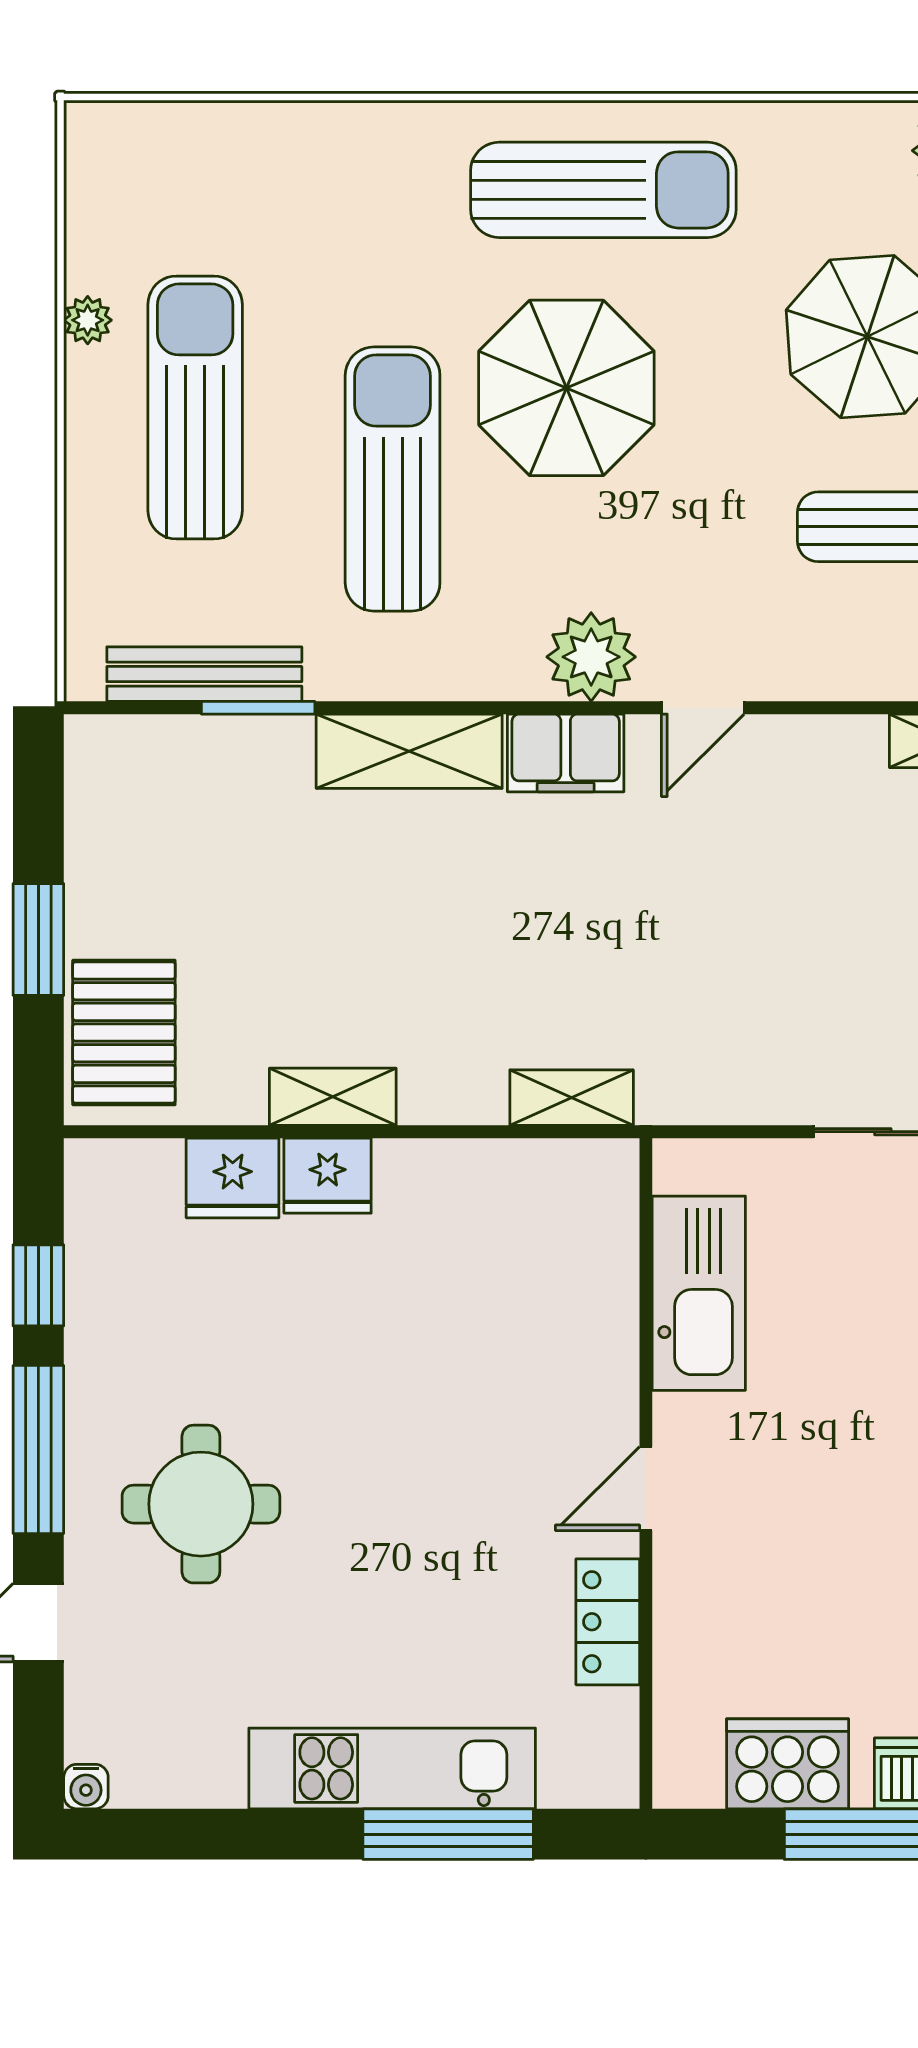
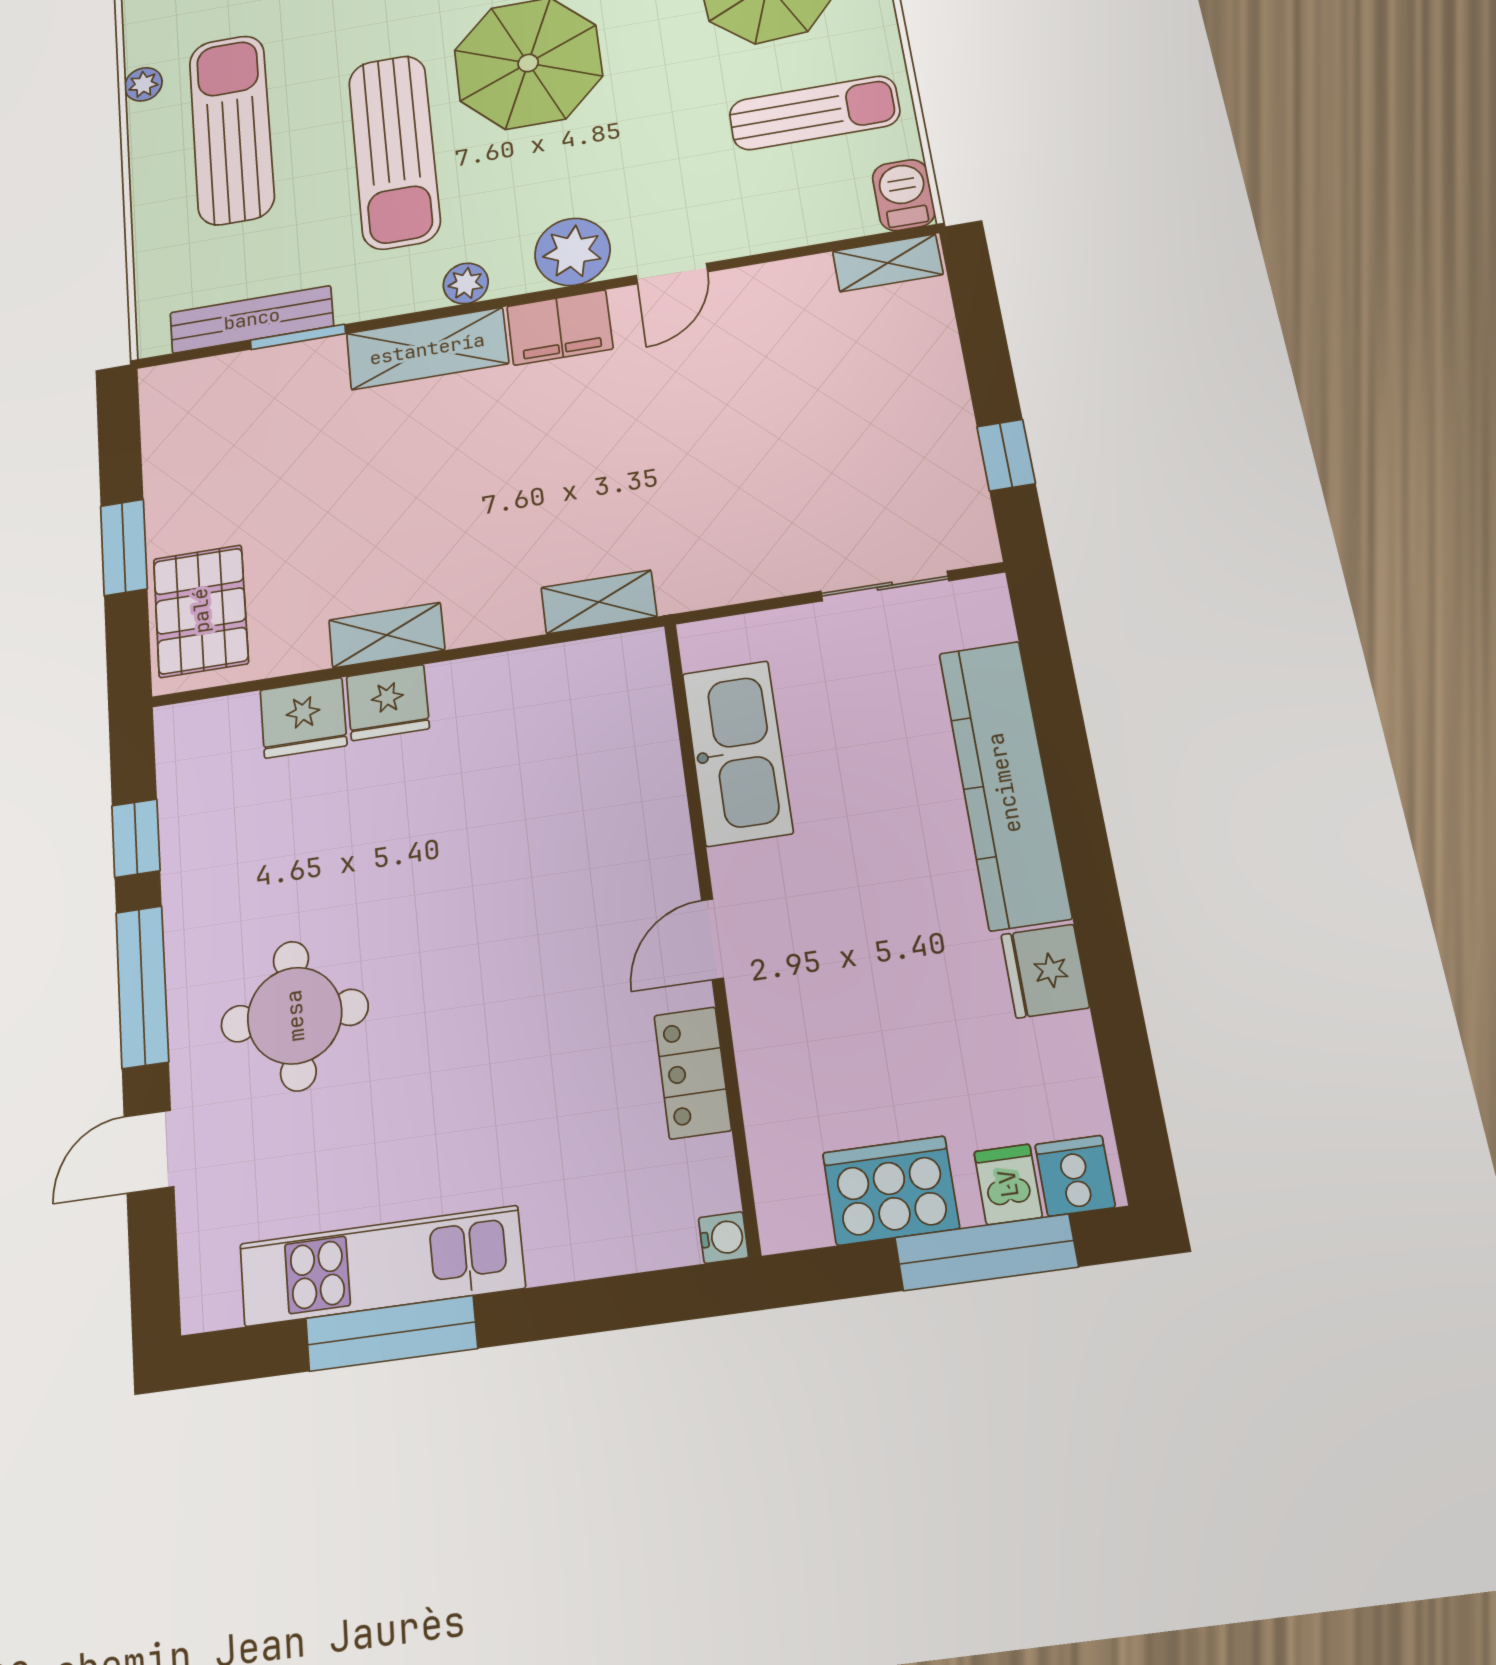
sun lounger: (393, 479) -> (394, 151), turned 180
plant: (462, 675) -> (466, 283), added
kitchen unit: (392, 1768) -> (381, 1266), moved
water cooler: (86, 1787) -> (723, 1238), moved, turned -90
window: (448, 1834) -> (391, 1333), moved

